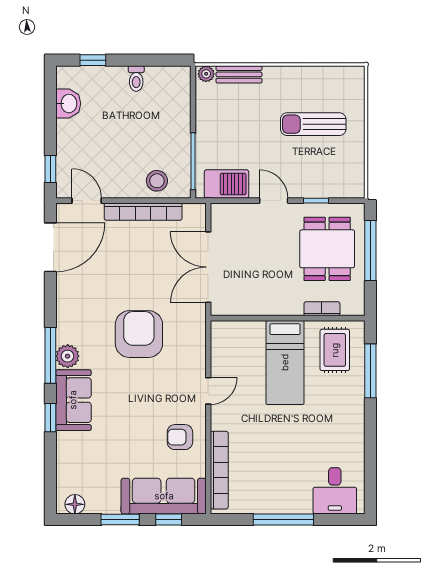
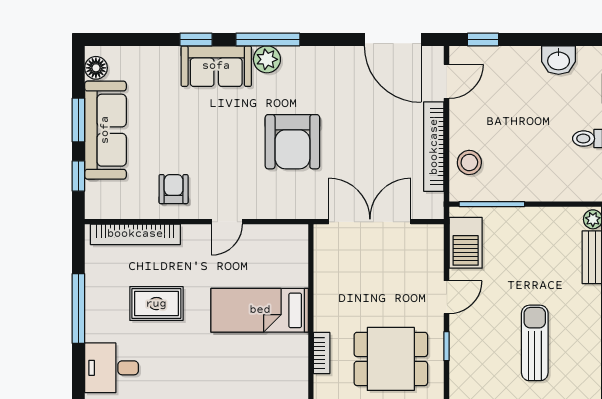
armchair: (139, 334) -> (292, 142), turned 90
rug: (335, 350) -> (156, 304), moved
door: (208, 391) -> (227, 222), hinge flipped
sofa: (164, 496) -> (105, 130), moved

